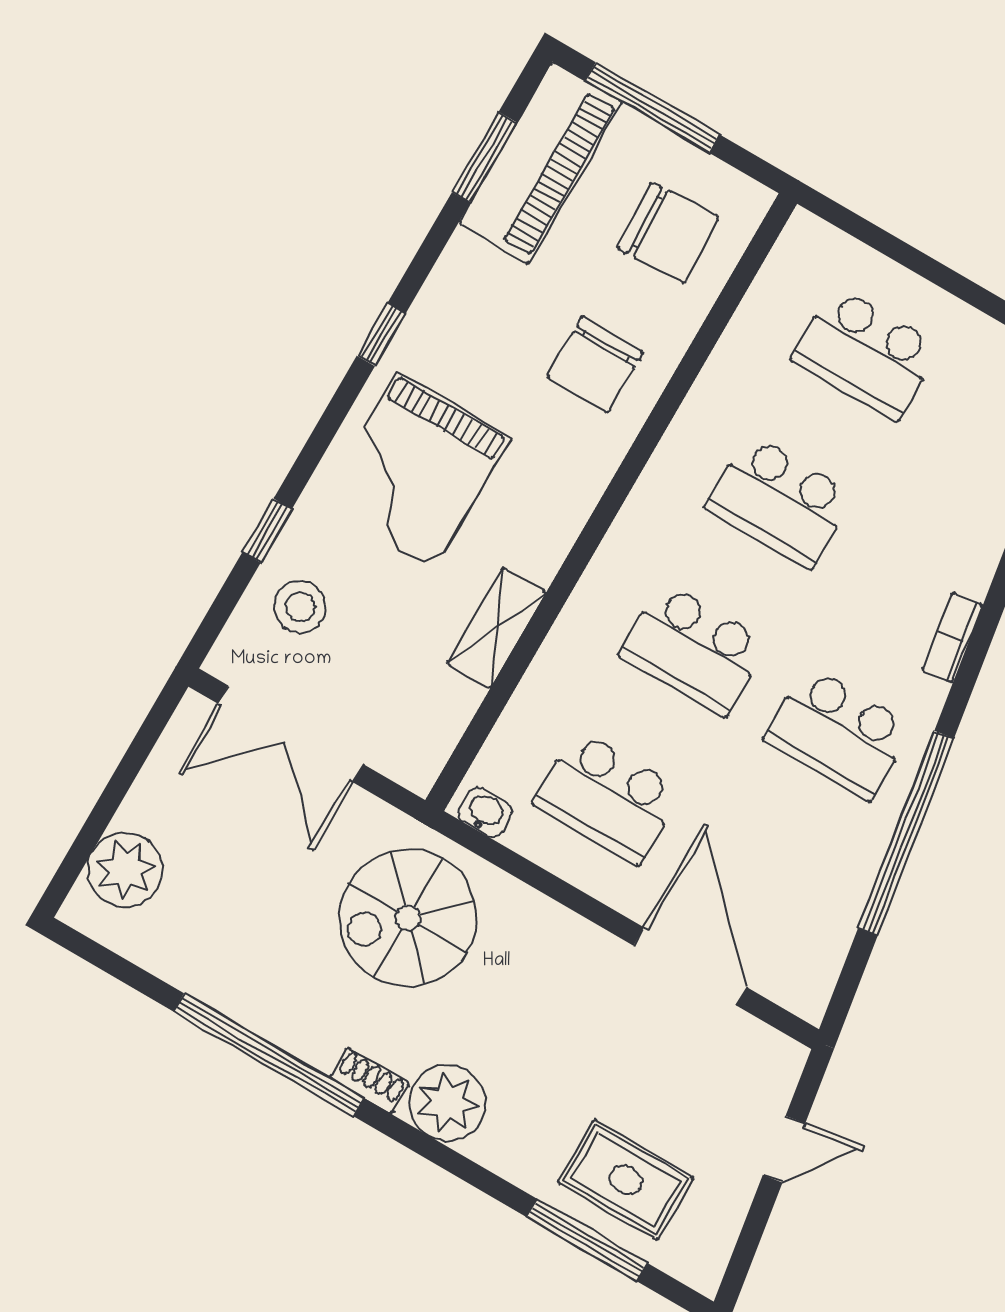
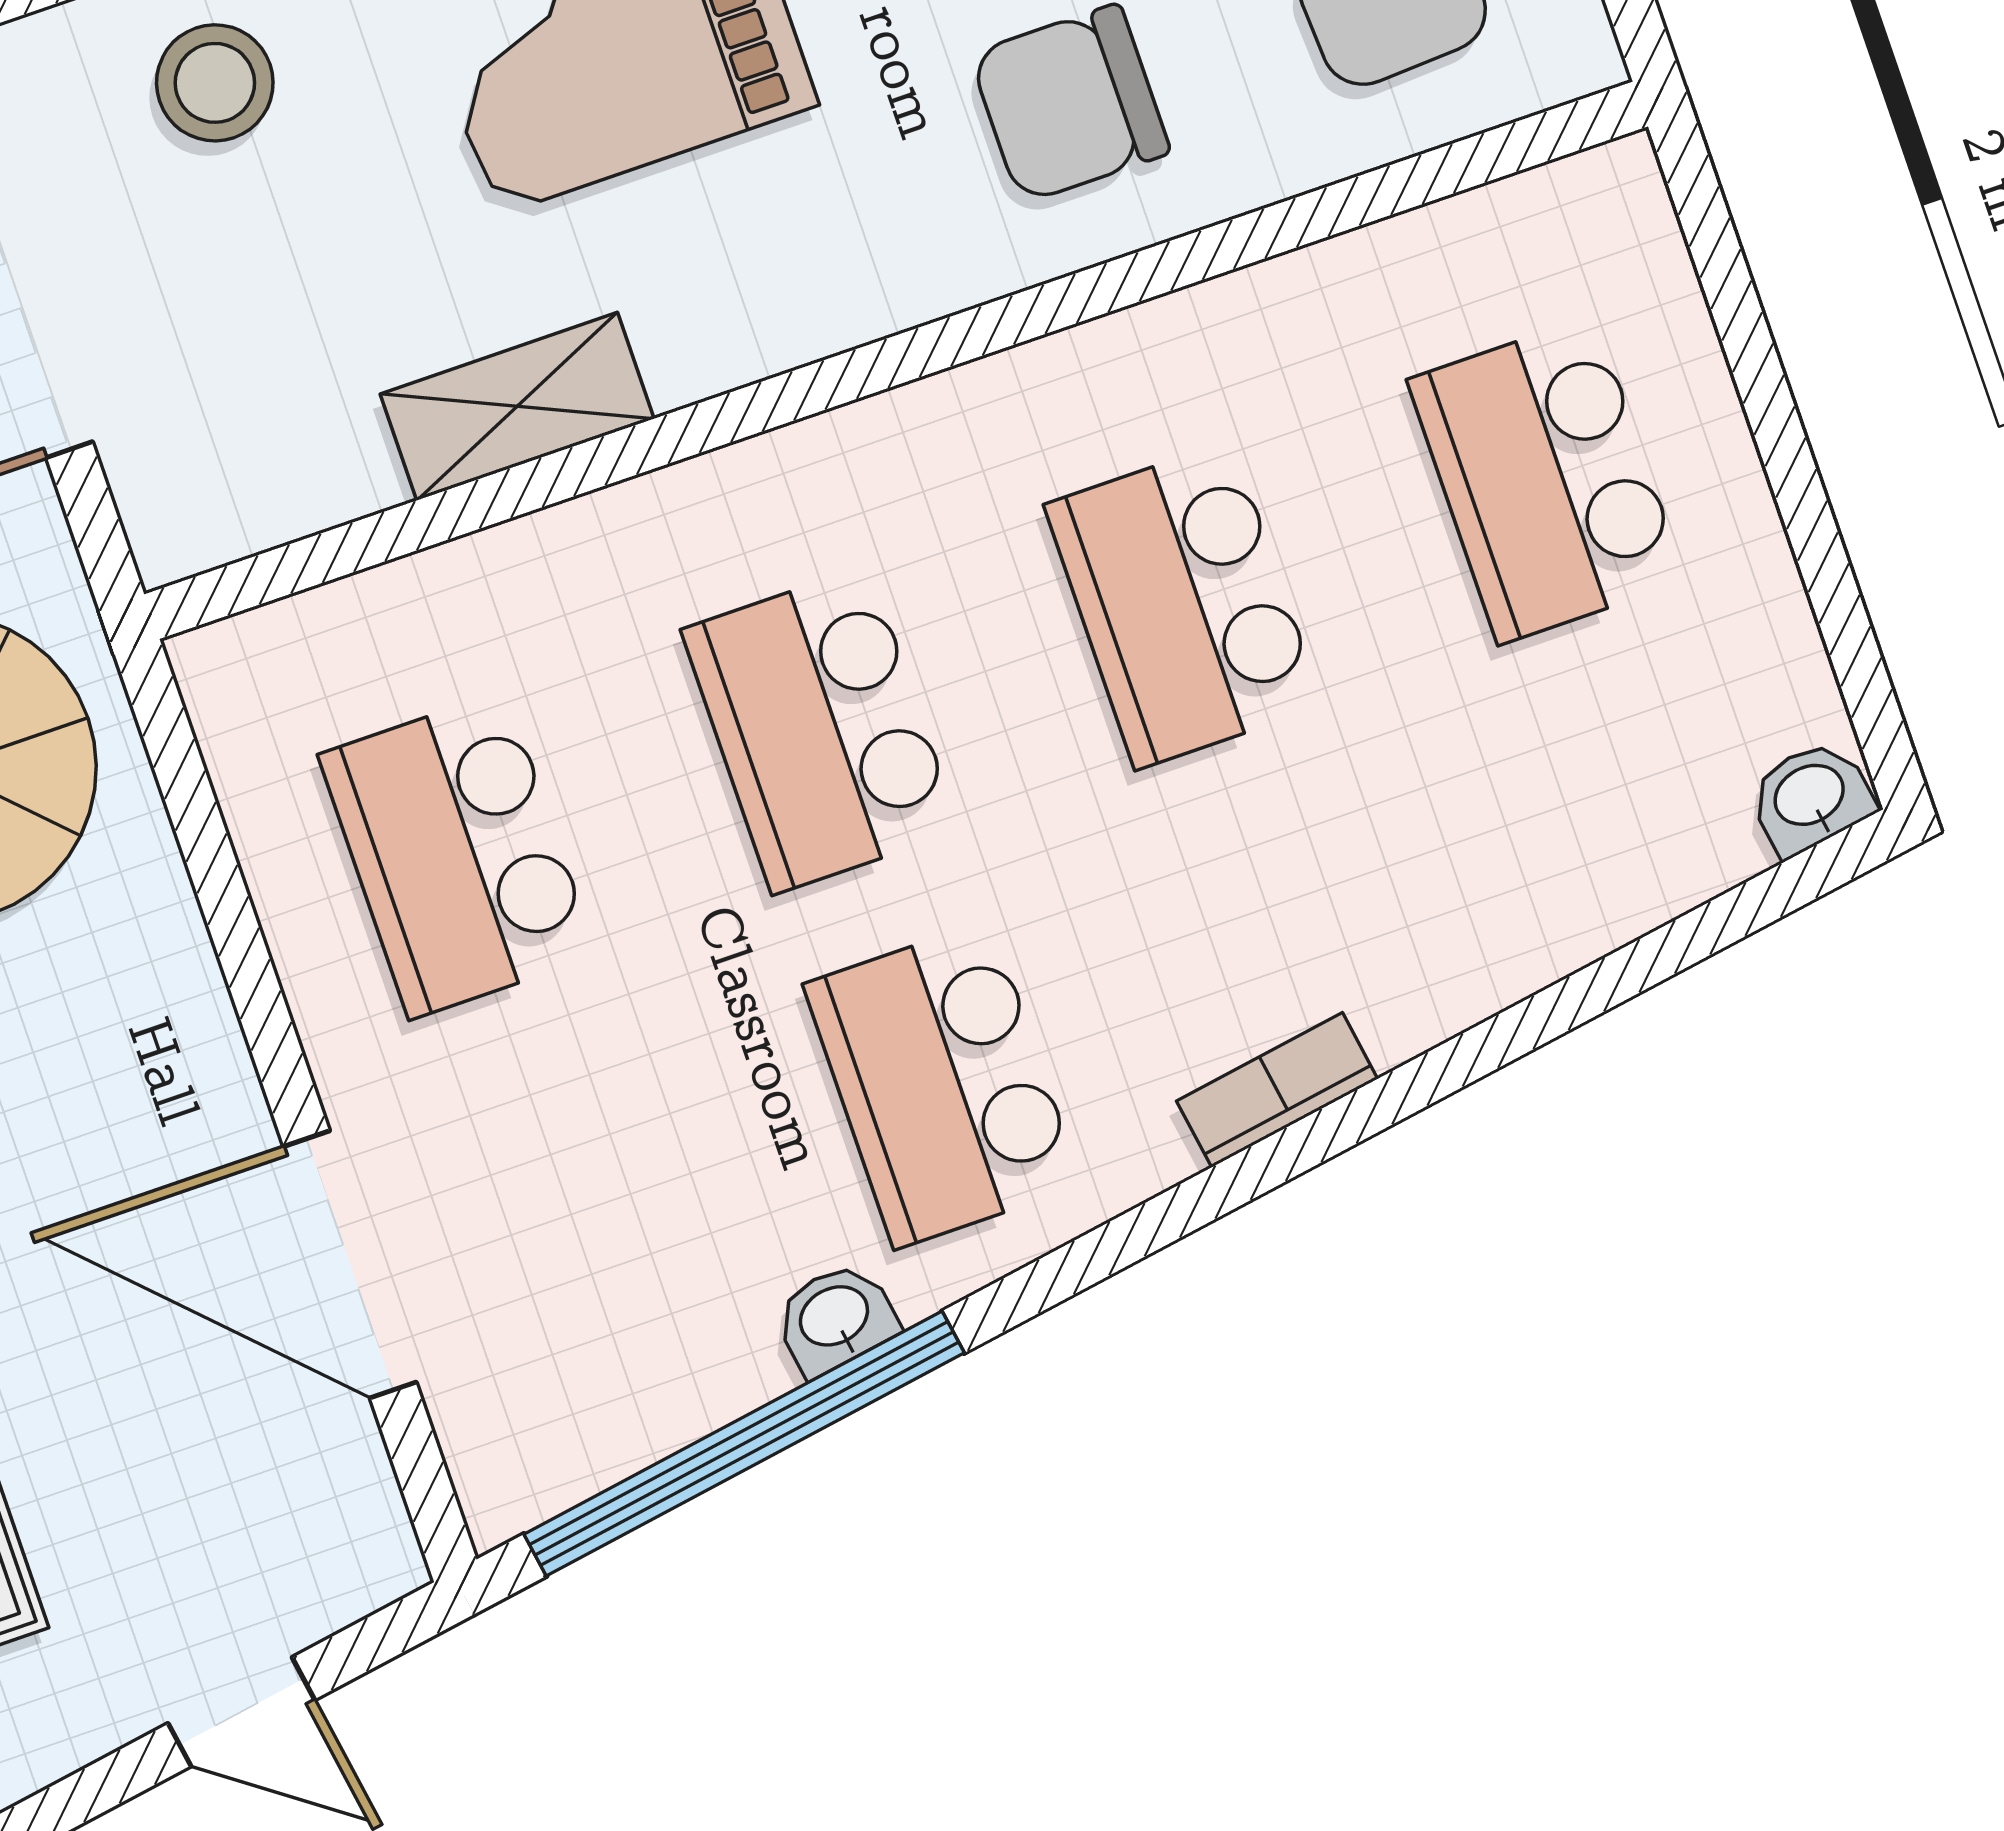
washbasin: (485, 812) -> (835, 1318), moved, turned -99
window: (906, 833) -> (744, 1443), moved
door: (690, 967) -> (350, 1264), swing flipped

